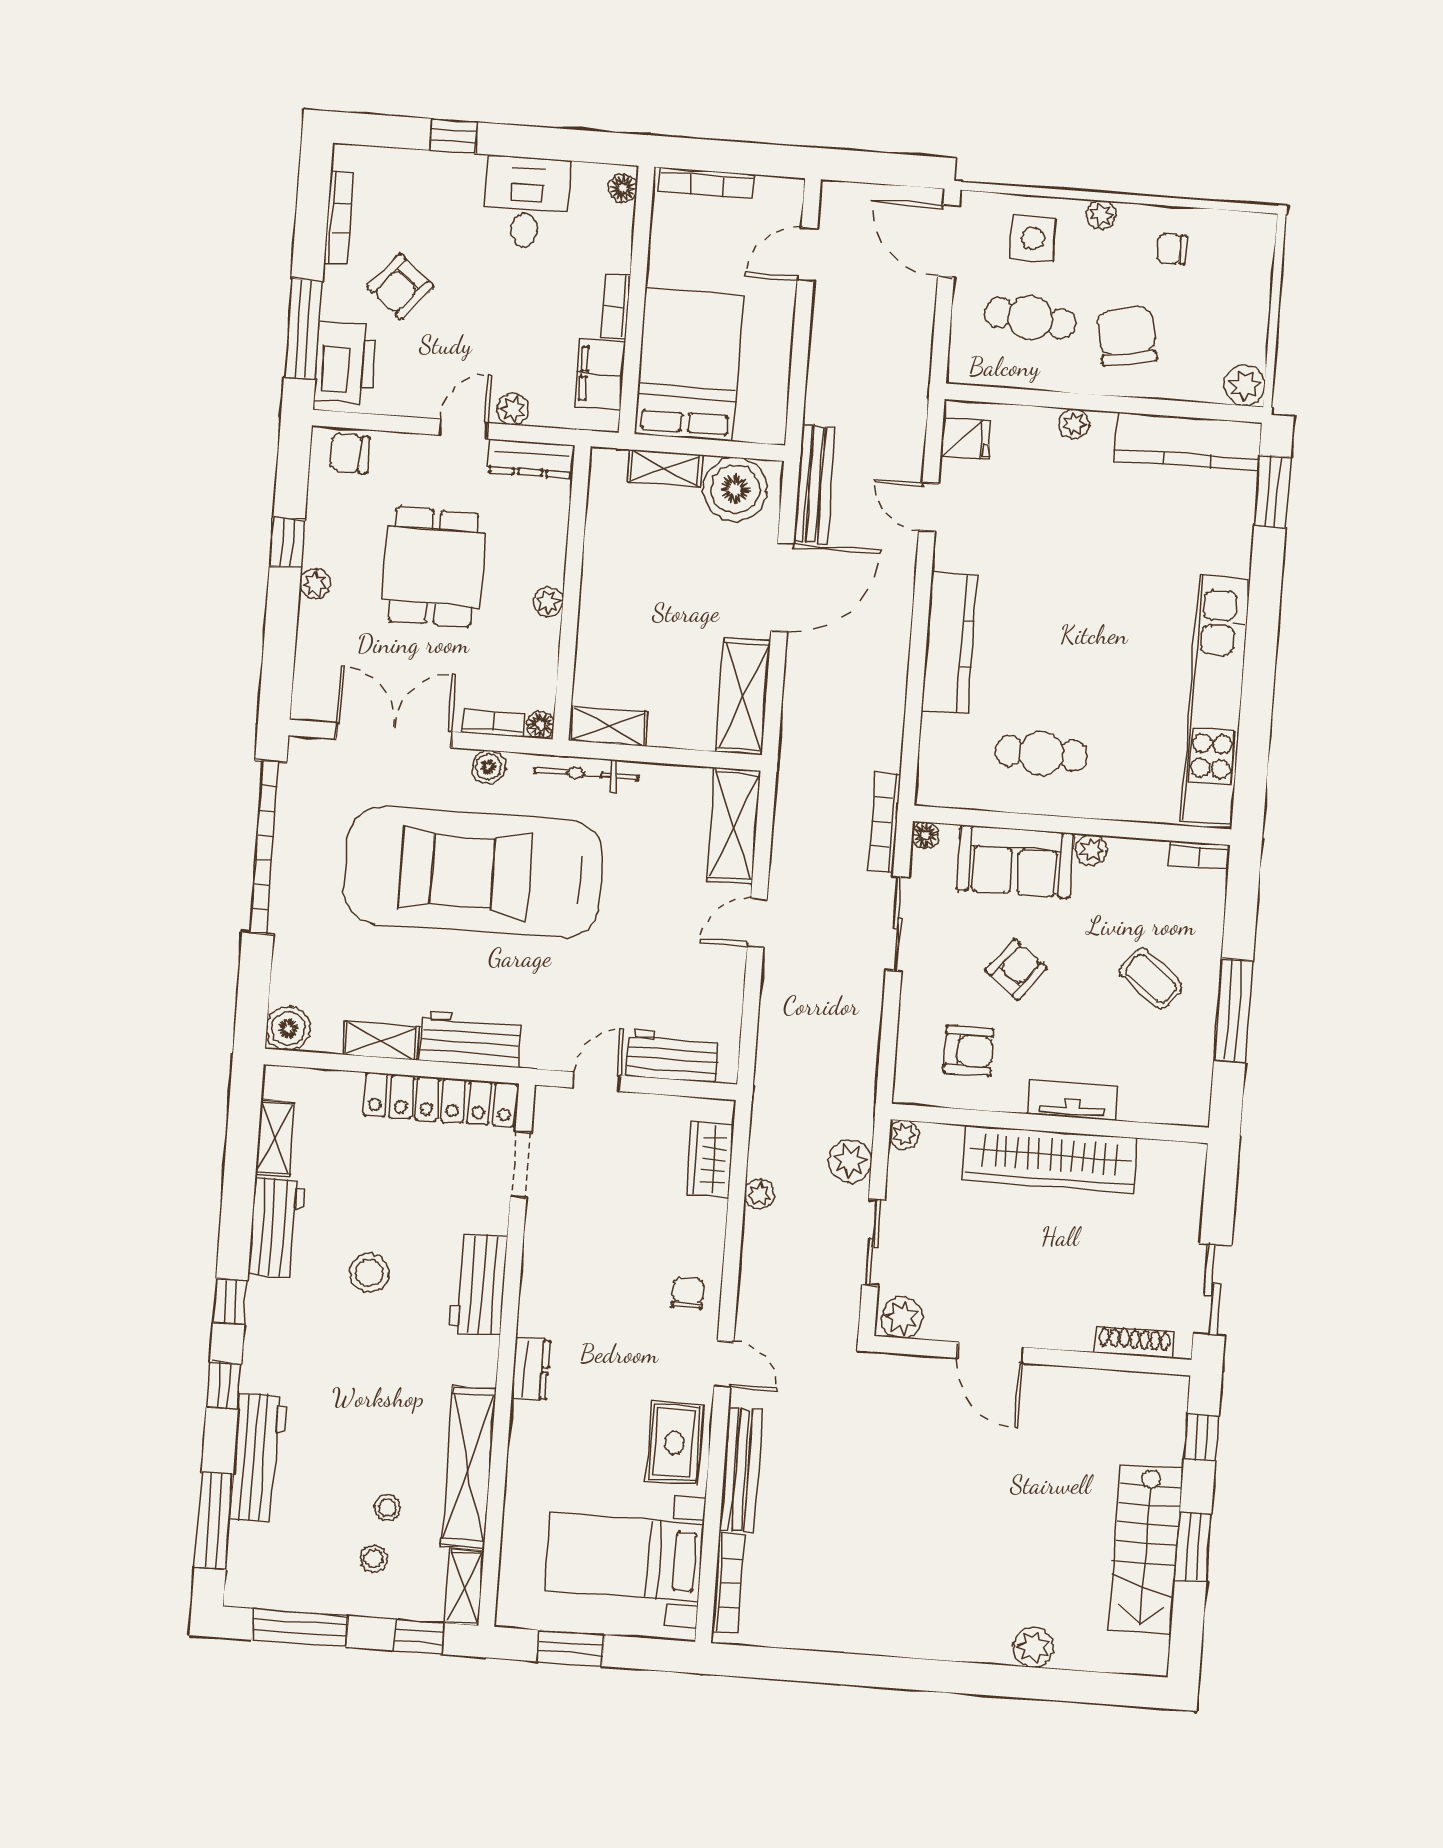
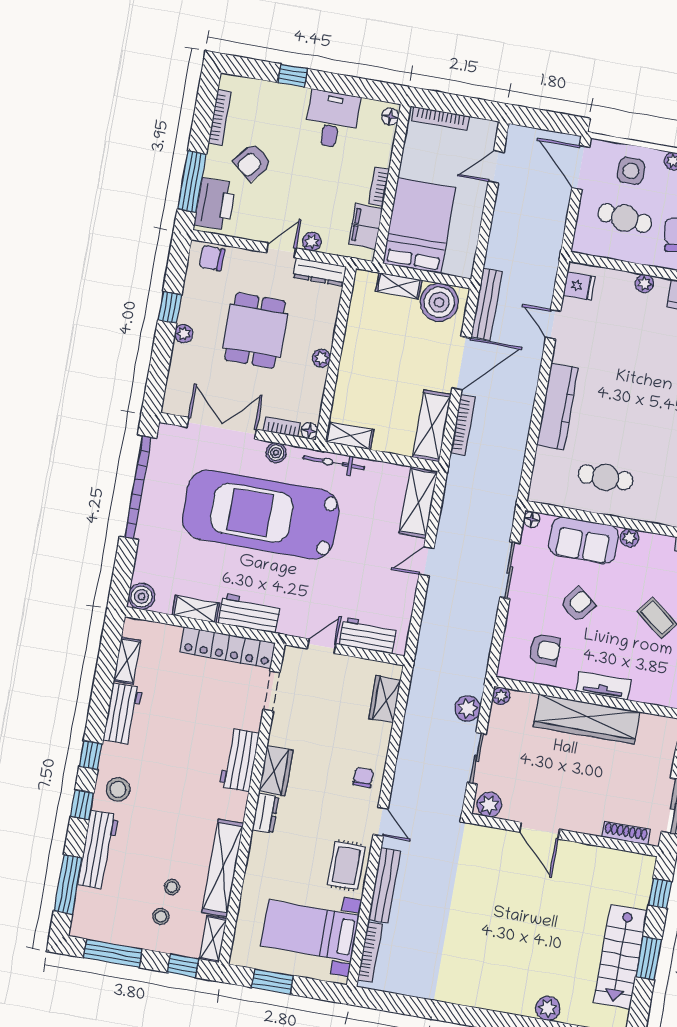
bookcase: (884, 822) -> (463, 425), moved, turned 180
plant: (759, 1194) -> (412, 723), removed
stool: (369, 1273) -> (118, 789), moved
wardrobe: (541, 1297) -> (276, 771), added

